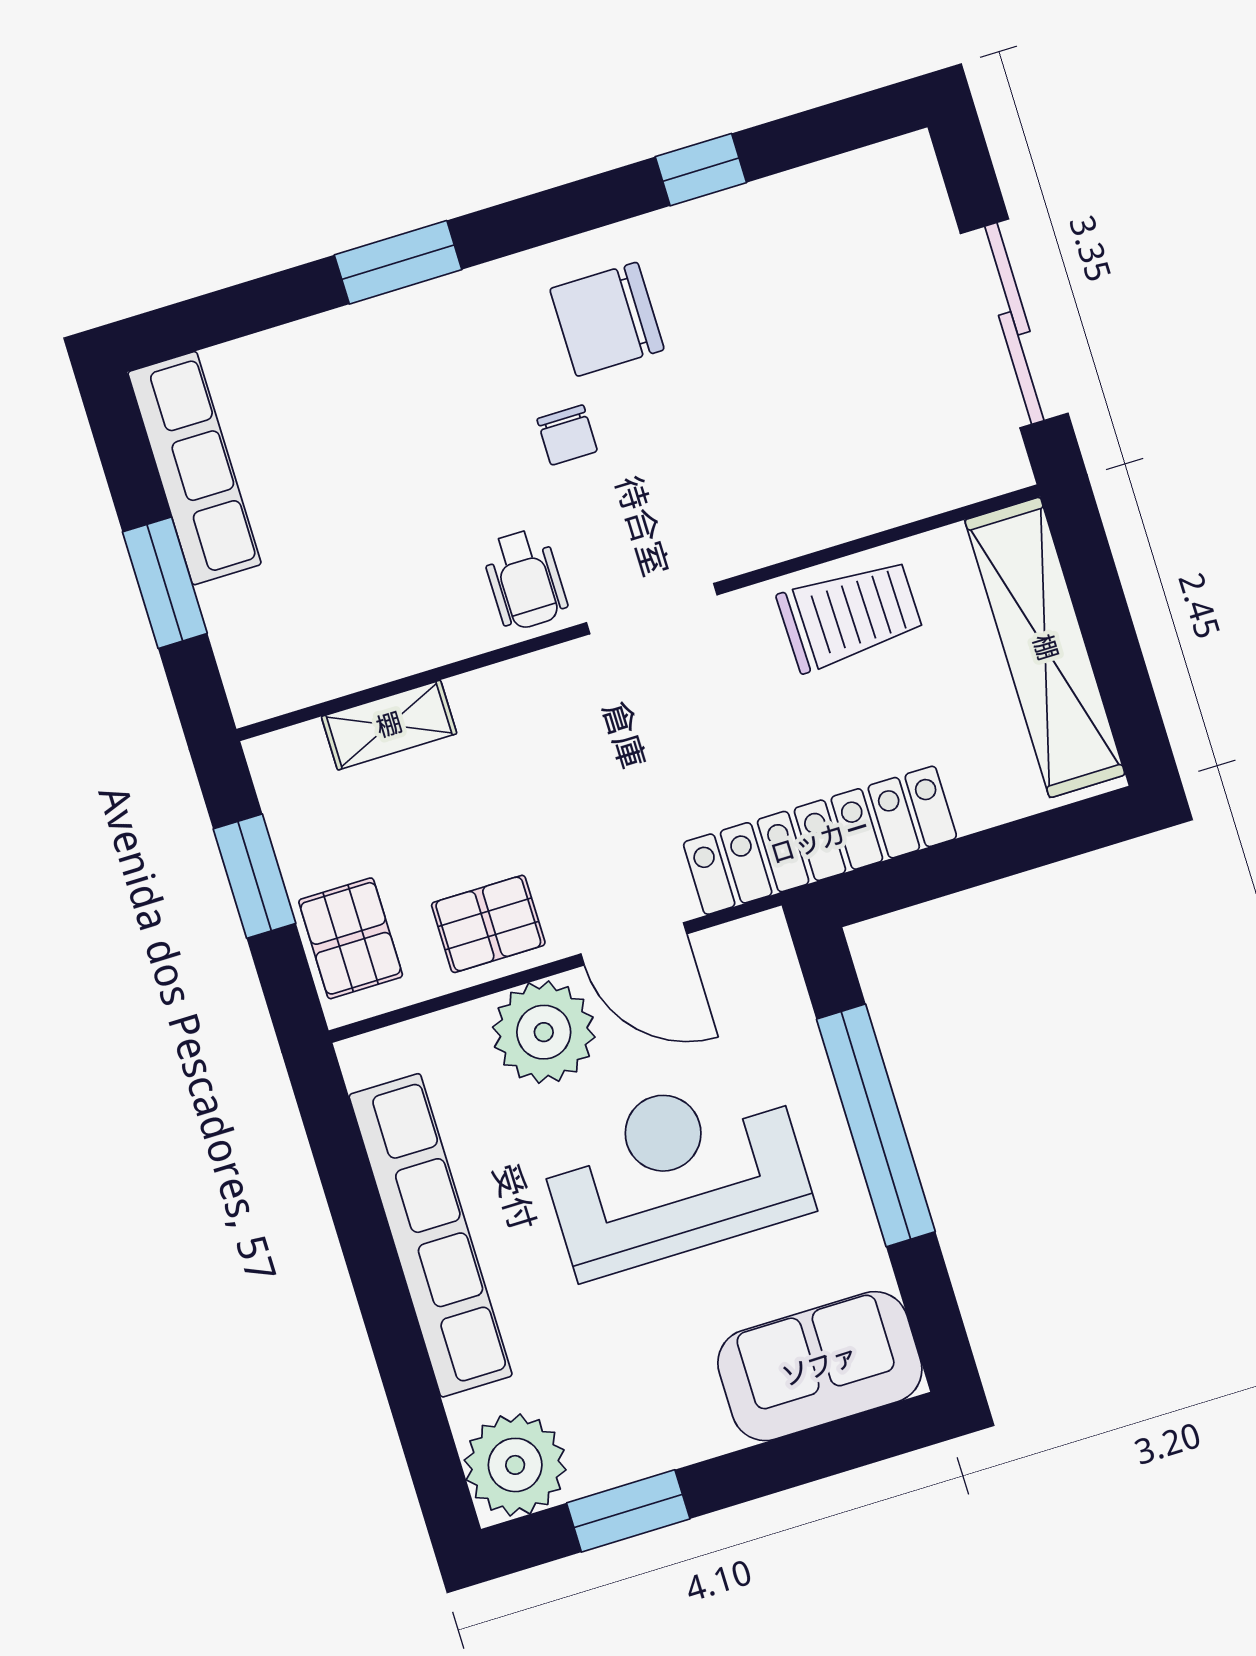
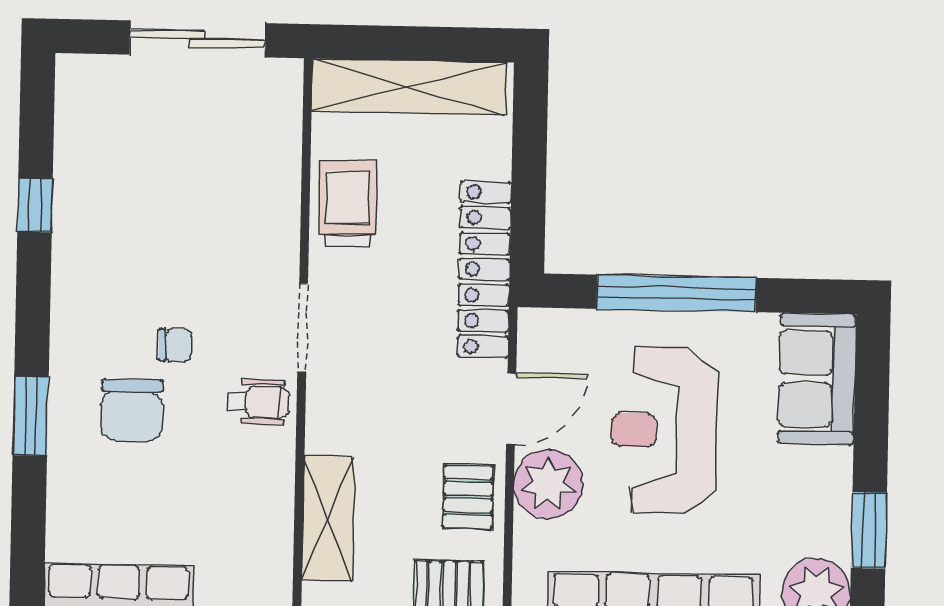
chair: (607, 319) -> (132, 410), moved
shelving: (389, 725) -> (328, 518), width x1.50, depth x1.33

